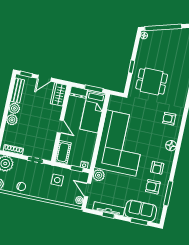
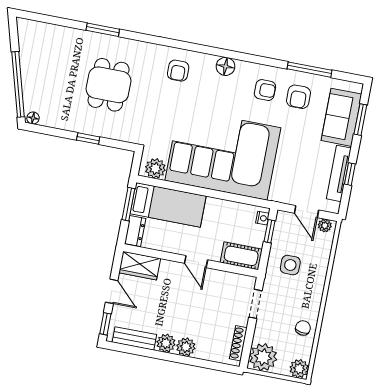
dining table: (152, 81) -> (109, 85), moved
door: (60, 127) -> (196, 262), swing flipped
plant: (99, 175) -> (155, 168), moved
door: (87, 190) -> (306, 212), hinge flipped

